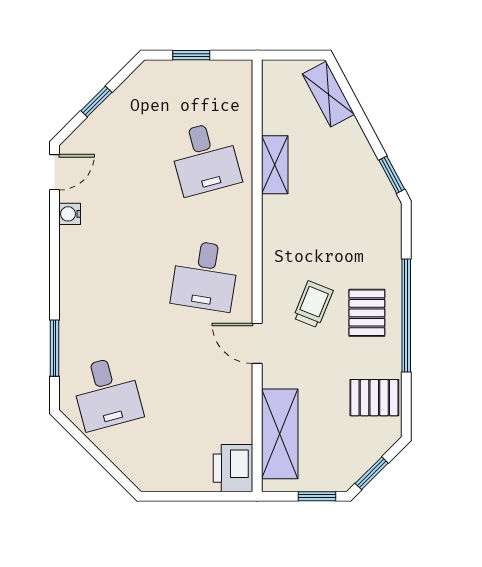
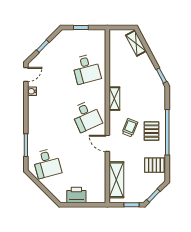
shelving: (275, 165) -> (114, 99), moved
desk: (205, 276) -> (86, 116), turned -33
printer: (233, 468) -> (76, 195), moved, turned 90

